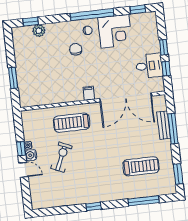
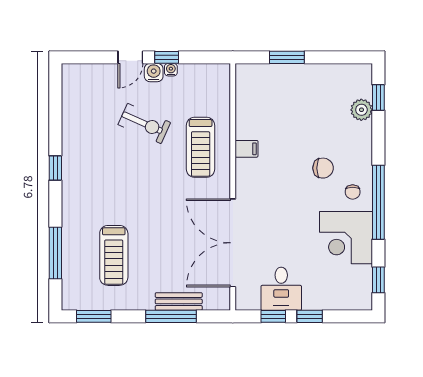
filing cabinet: (89, 93) -> (247, 149), moved
treadmill: (72, 123) -> (201, 147), turned 180

